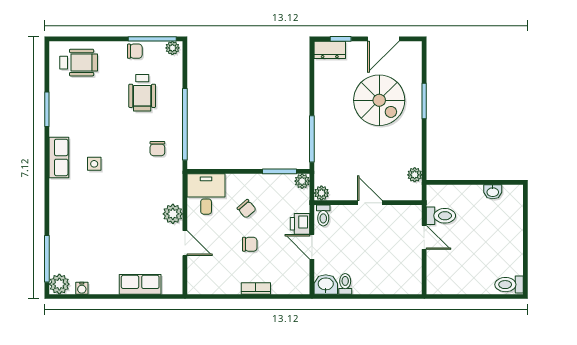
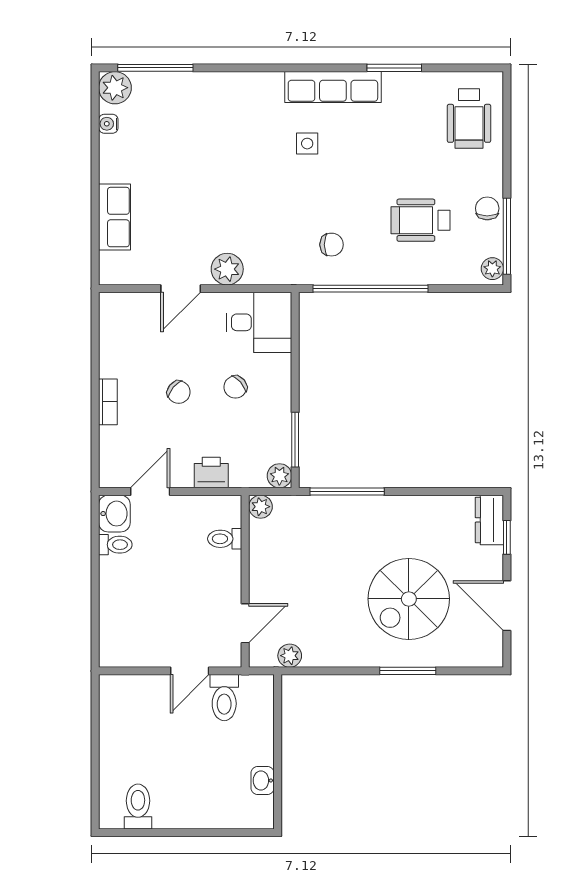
chair: (135, 51) -> (487, 208), turned 180
chair: (157, 149) -> (332, 245), turned 180
row of seats: (59, 157) -> (333, 87), width x1.48
door: (370, 203) -> (245, 623), moved
toilet: (323, 215) -> (225, 539), moved
chair: (250, 244) -> (179, 392), turned -50
door: (312, 247) -> (150, 492), moved
toilet: (509, 285) -> (138, 807), moved

